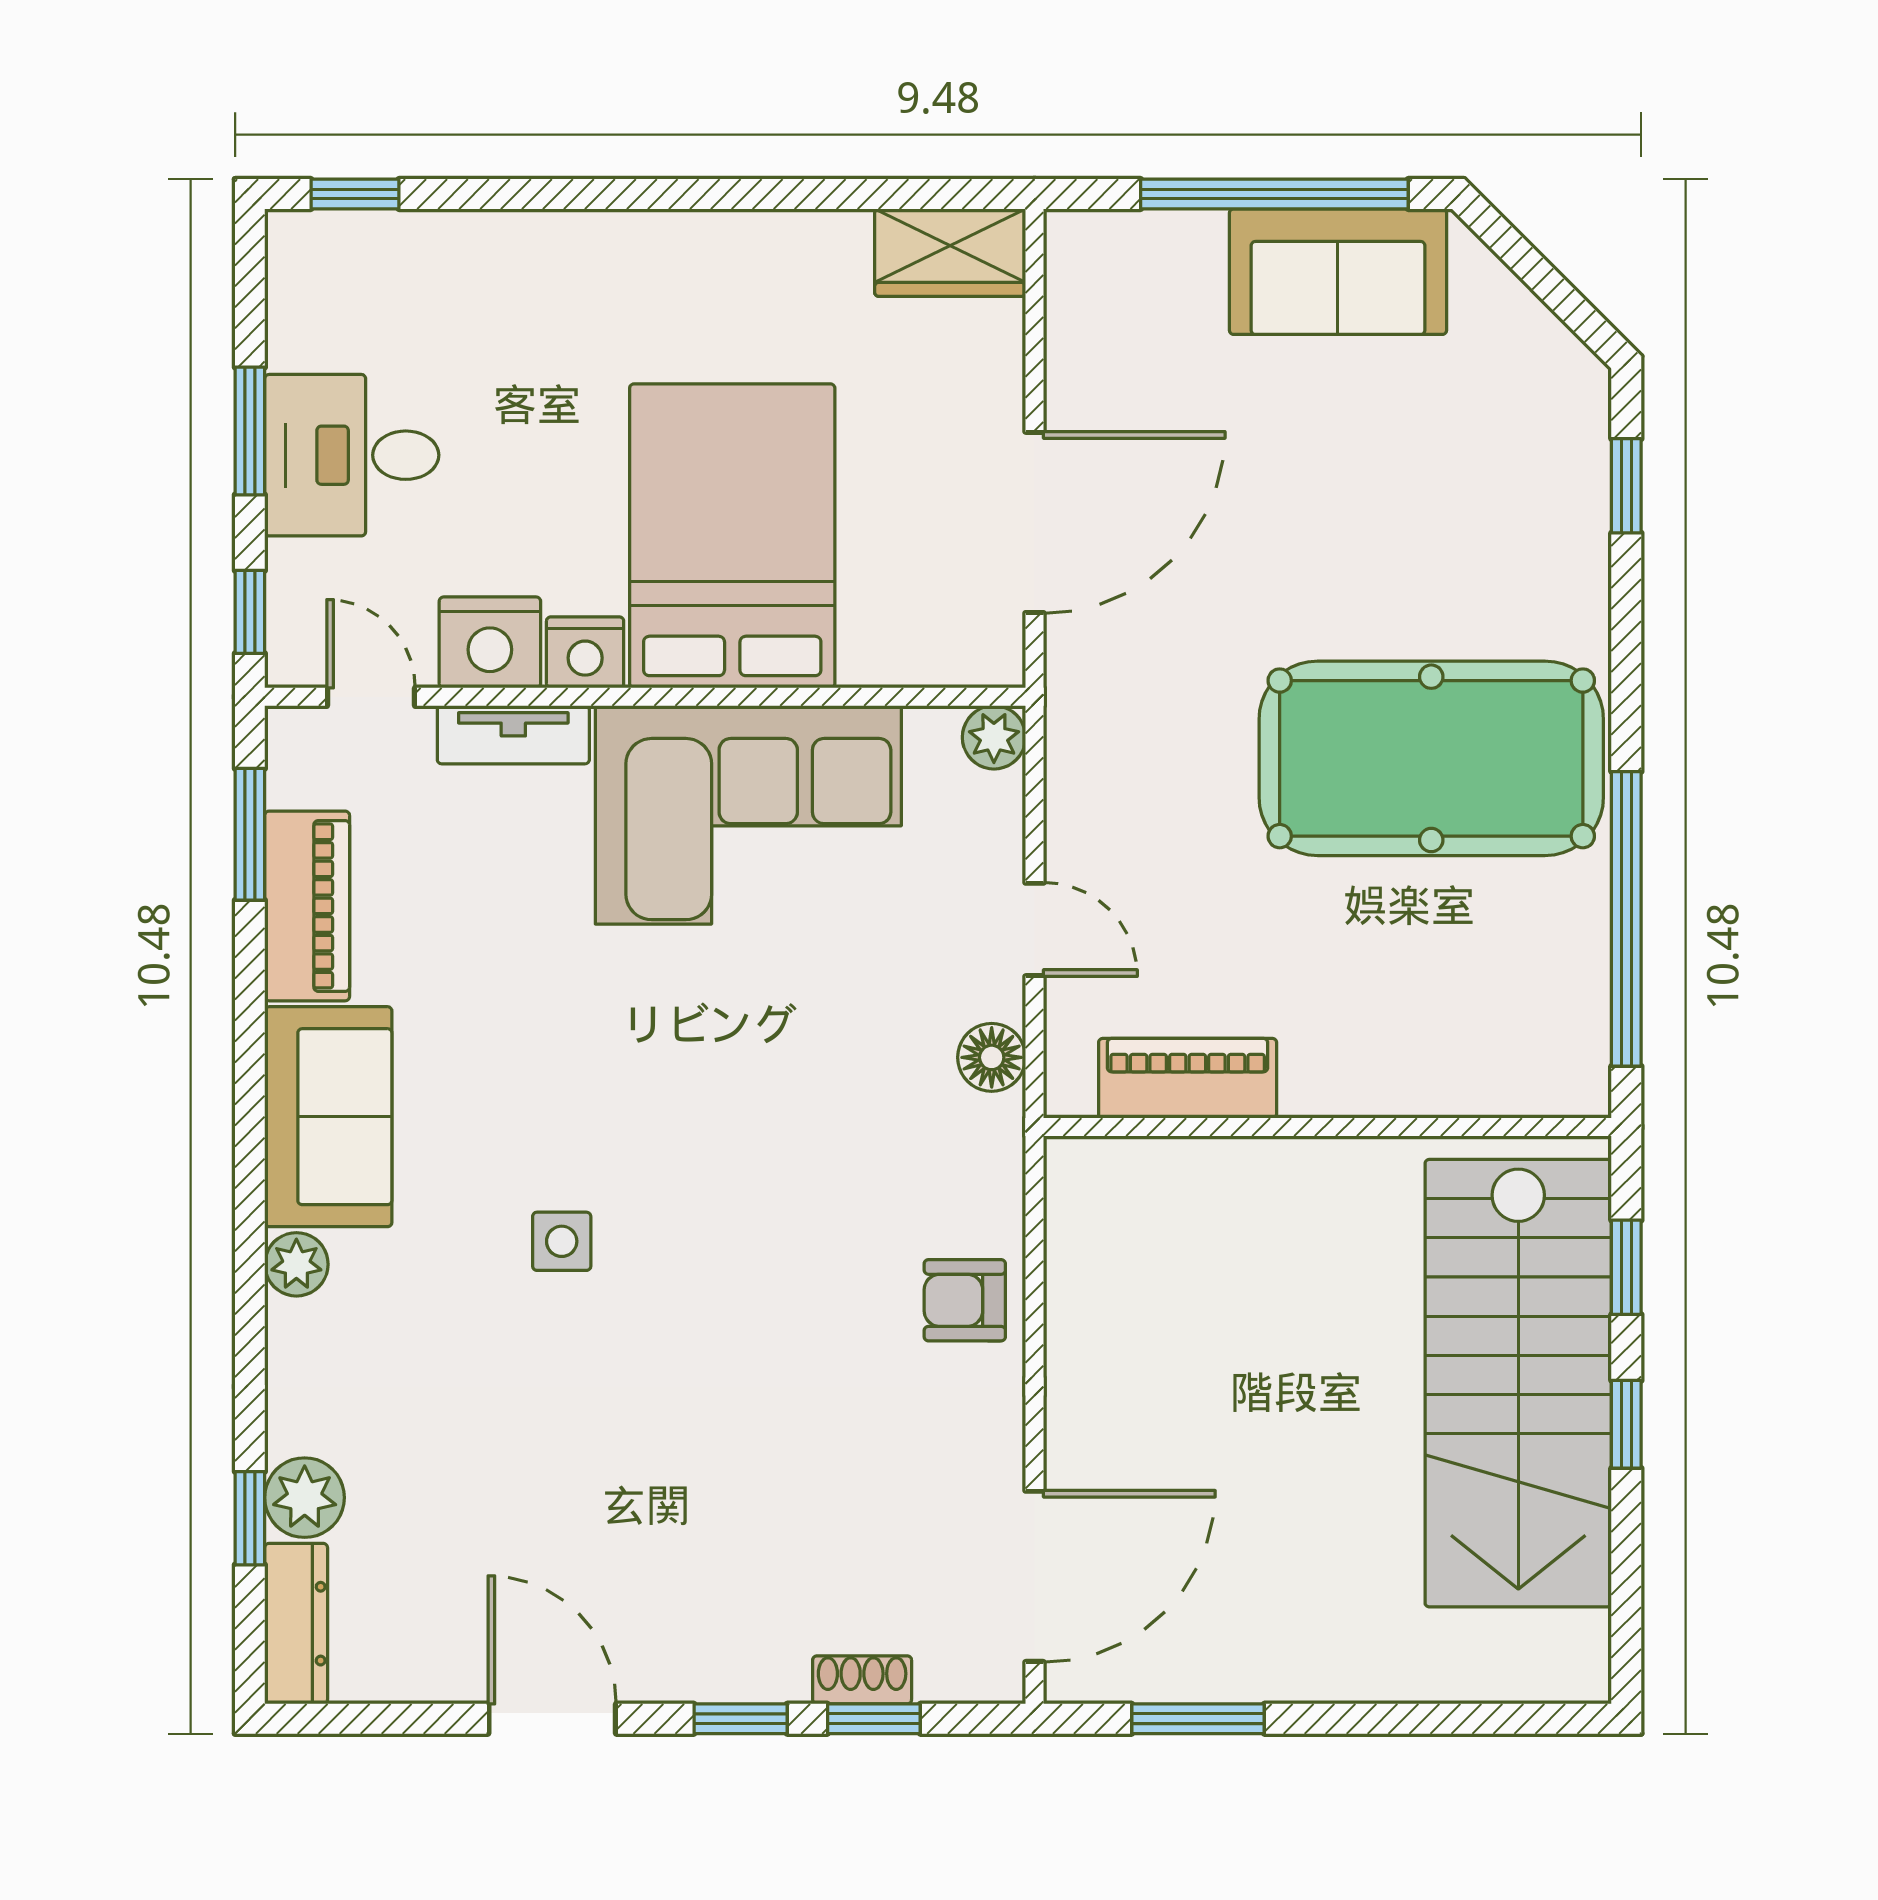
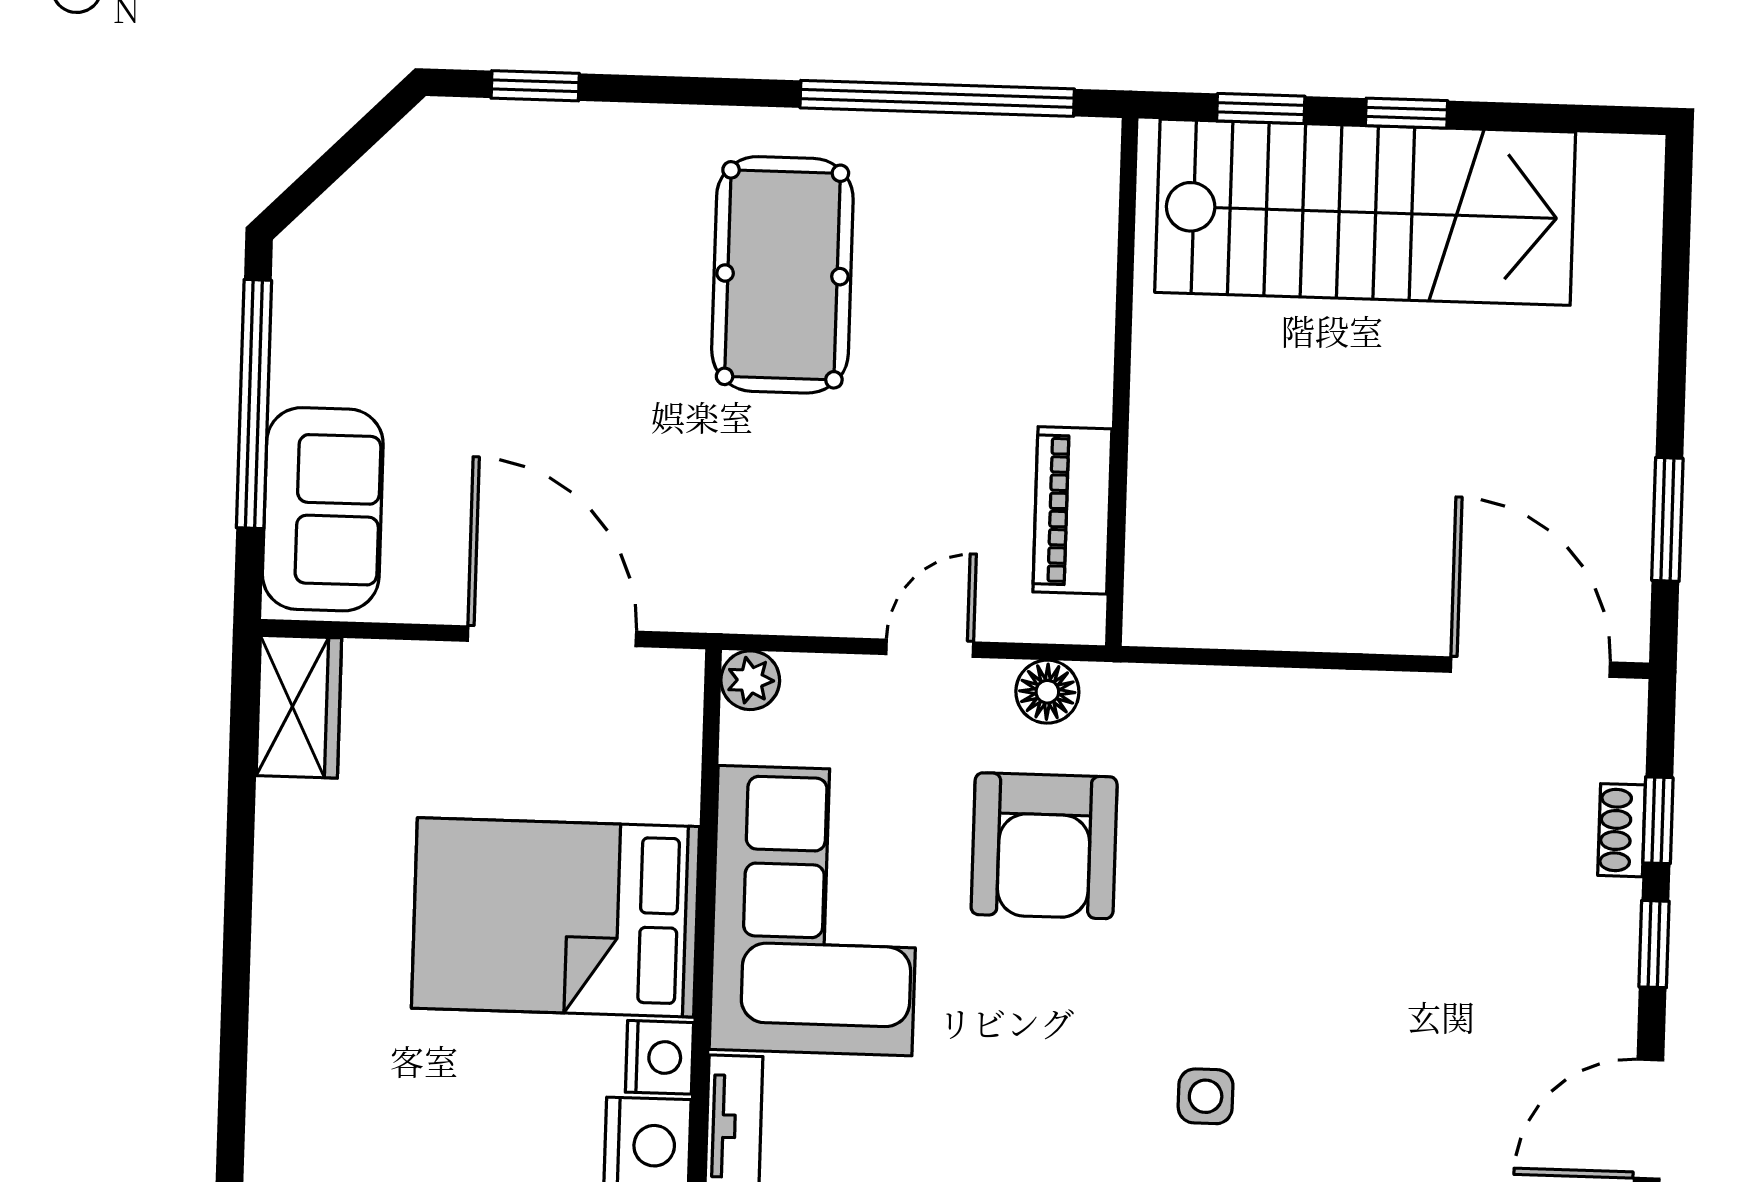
sofa: (1338, 272) -> (323, 509), moved
pool table: (1431, 758) -> (782, 275), width x0.73, depth x0.76
armchair: (965, 1300) -> (1044, 846), moved, width x1.88, depth x1.88

